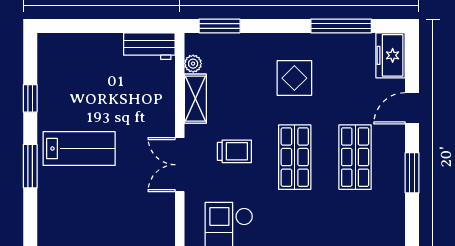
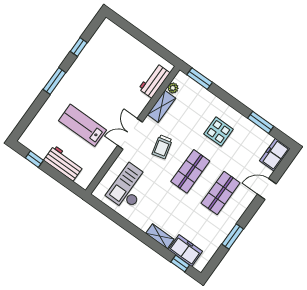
window: (341, 26) -> (261, 122), width x0.69
workbench: (149, 46) -> (154, 81), moved, turned 90
lab bench: (79, 149) -> (83, 125), moved, turned 180
trolley: (234, 151) -> (162, 147), turned 76
window: (412, 173) -> (233, 237), moved

